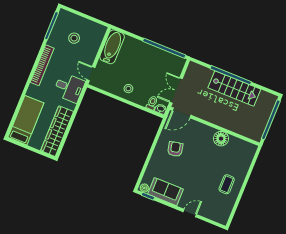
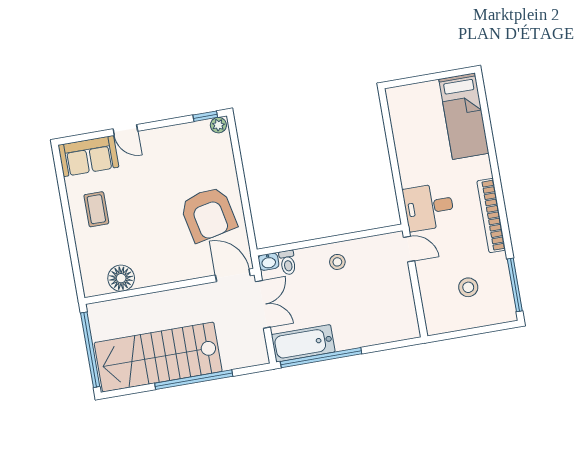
bathtub: (112, 47) -> (303, 343), moved, turned 90
stairs: (234, 89) -> (158, 357), width x1.36, depth x1.51
door: (182, 113) -> (233, 275), hinge flipped
wardrobe: (57, 131) -> (406, 129), removed
floor lamp: (221, 139) -> (121, 278), moved
armchair: (175, 149) -> (208, 214), width x1.88, depth x1.88
sofa: (166, 192) -> (88, 156), moved
door: (190, 213) -> (125, 130), hinge flipped

